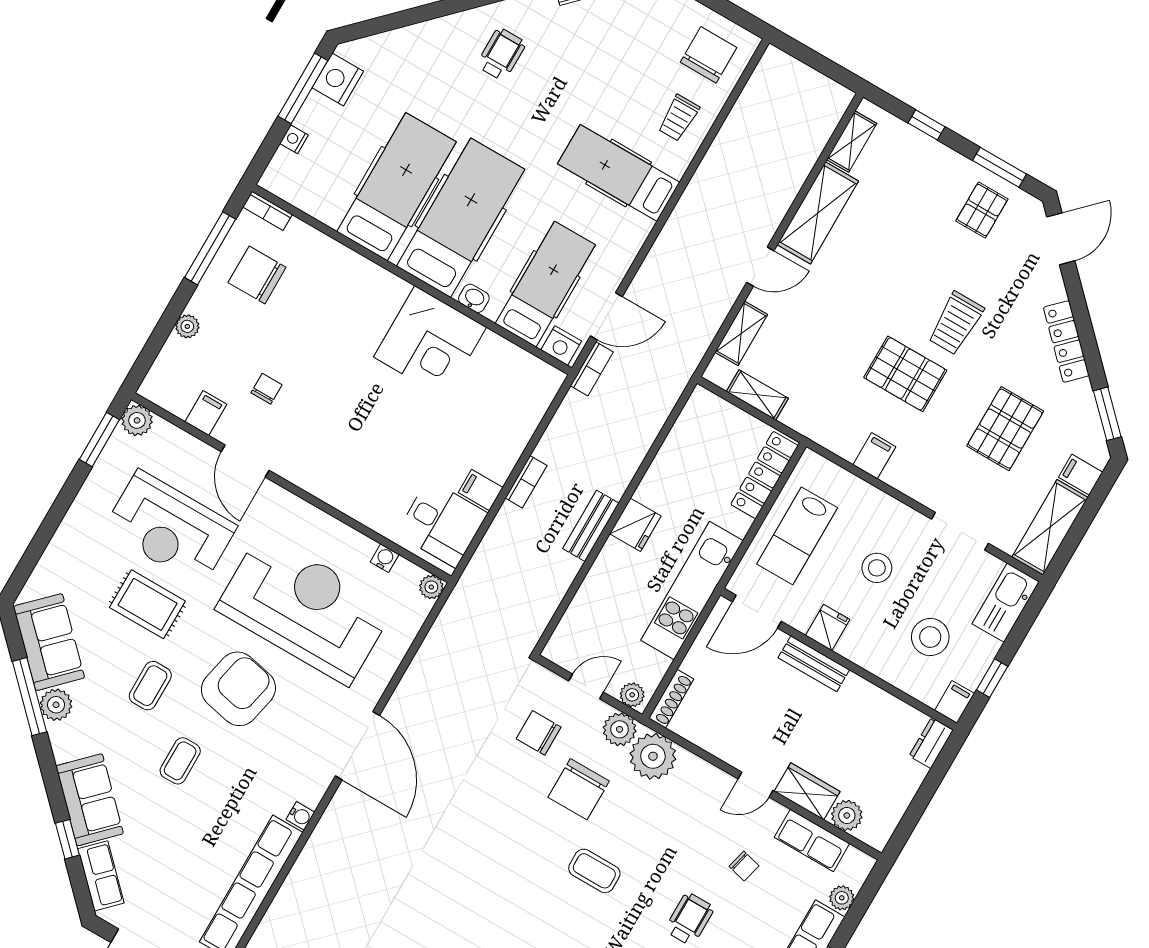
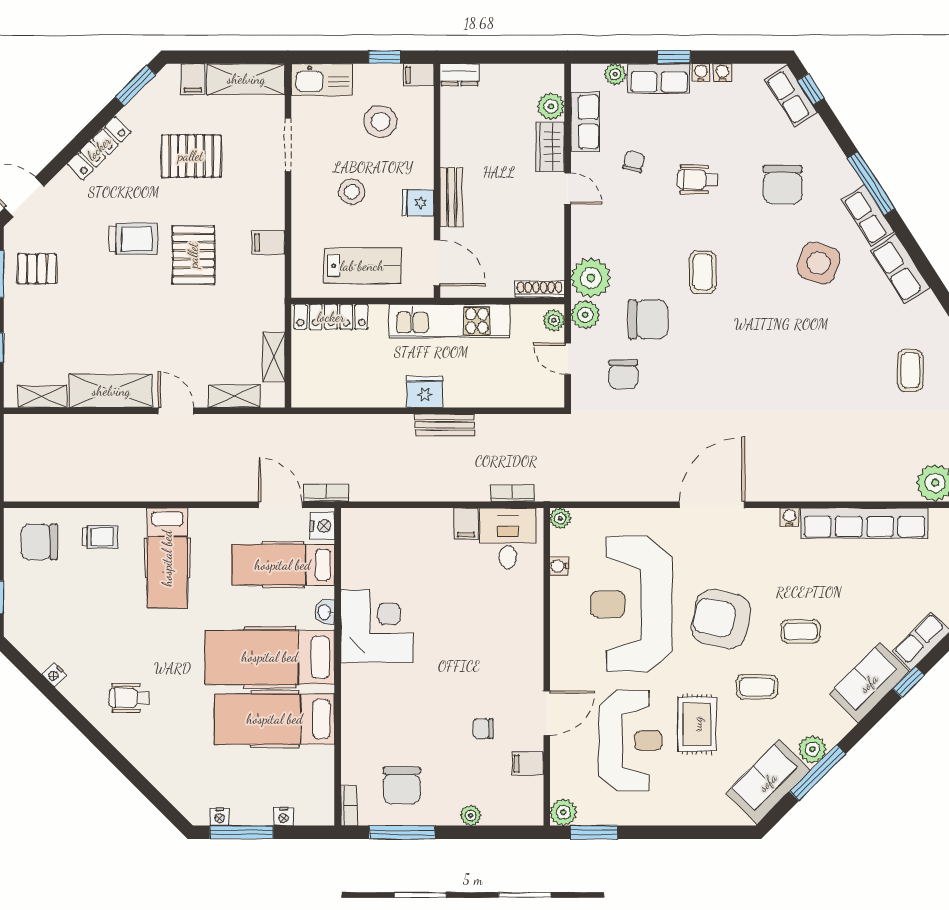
nightstand: (338, 79) -> (220, 817), width x0.53, depth x0.56
bookcase: (526, 482) -> (512, 493), moved

